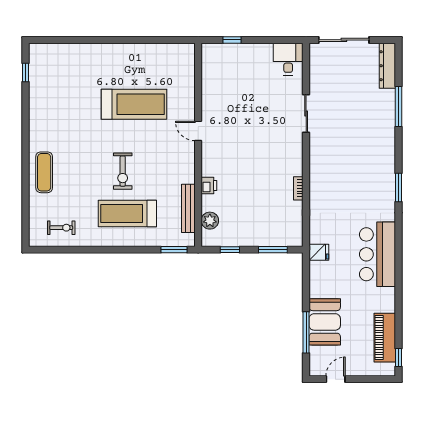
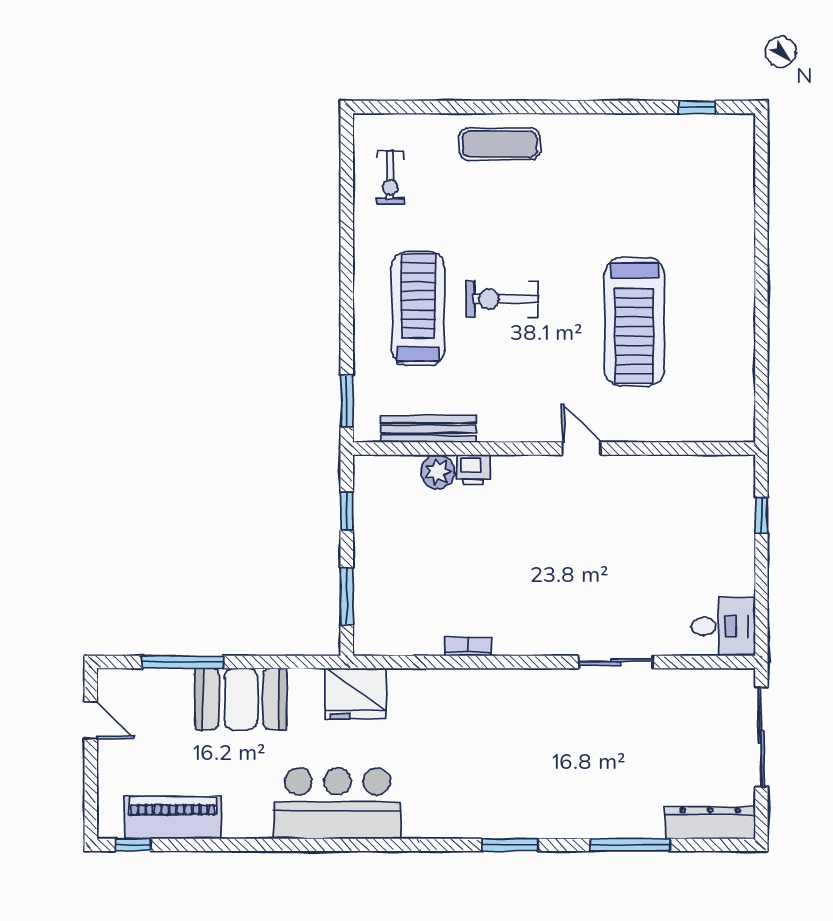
door: (198, 131) -> (581, 449), hinge flipped
window: (399, 188) -> (510, 845), moved
plant: (210, 221) -> (437, 472), moved
fridge: (319, 252) -> (356, 694), width x1.88, depth x1.34
booth: (325, 322) -> (241, 699), moved

